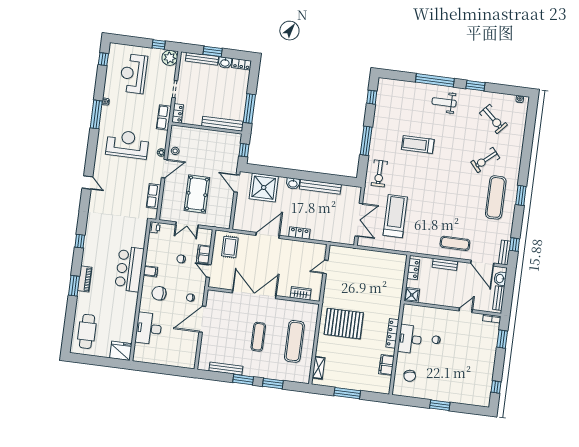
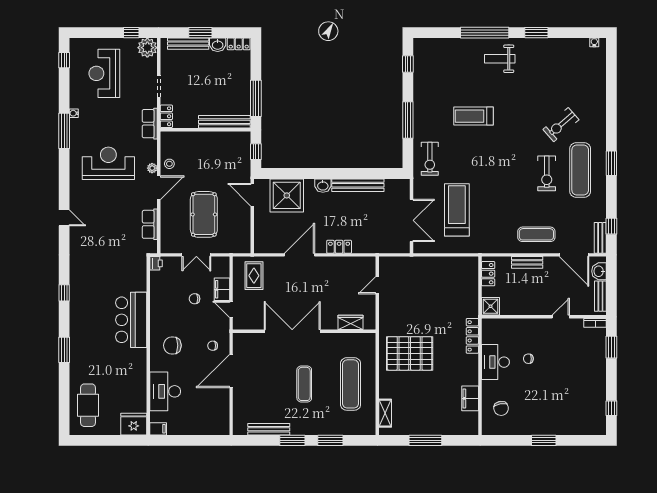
exercise bike: (493, 119) -> (547, 173), moved, turned 48
filing cabinet: (151, 271) -> (158, 429), moved
piano: (85, 279) -> (77, 340), removed
locker: (392, 333) -> (472, 336), moved

